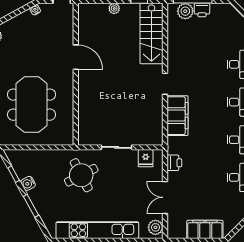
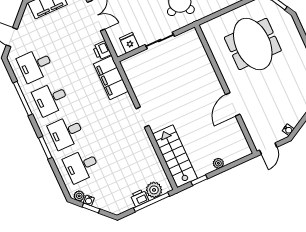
door: (76, 57) -> (233, 104), hinge flipped
filing cabinet: (178, 116) -> (111, 78), moved

